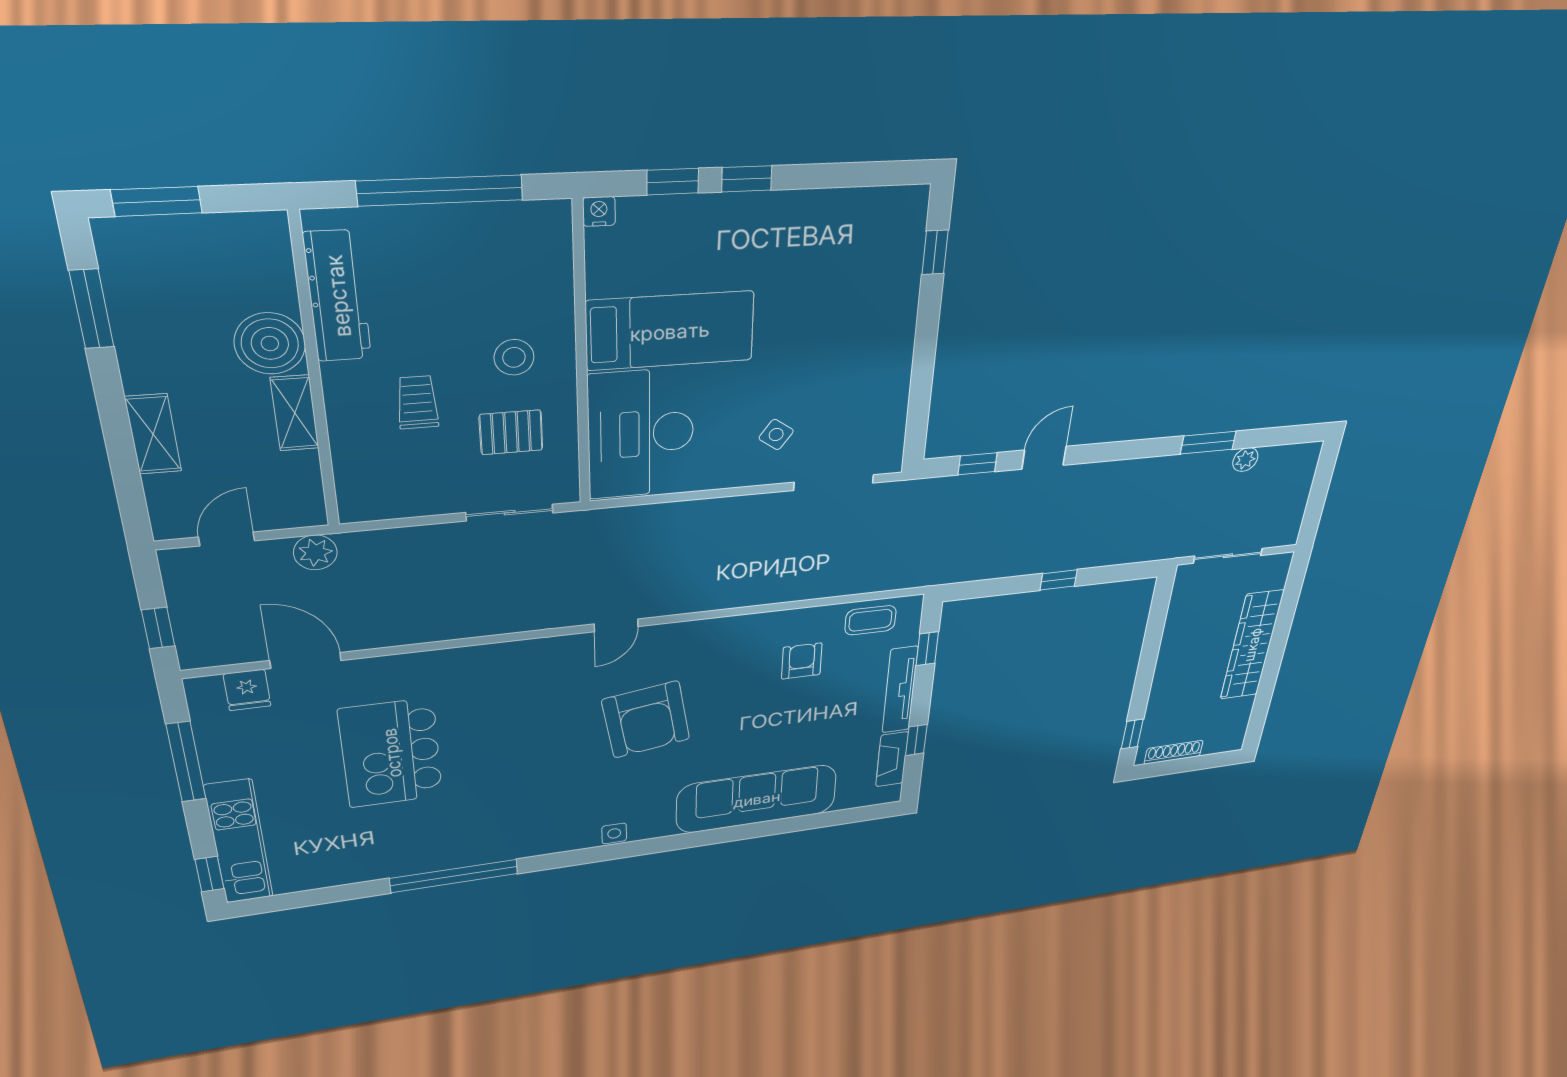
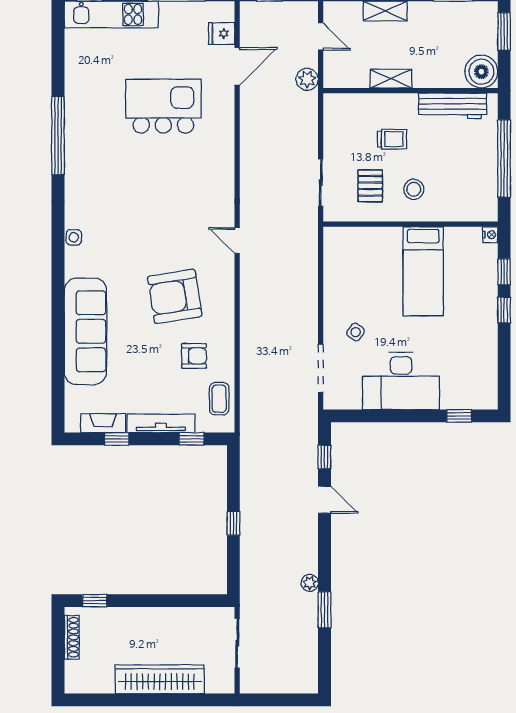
boiler: (270, 343) -> (481, 72), moved
desk: (641, 434) -> (401, 381), moved, turned 180
plant: (1245, 460) -> (310, 583), moved
armchair: (646, 720) -> (175, 296), moved

